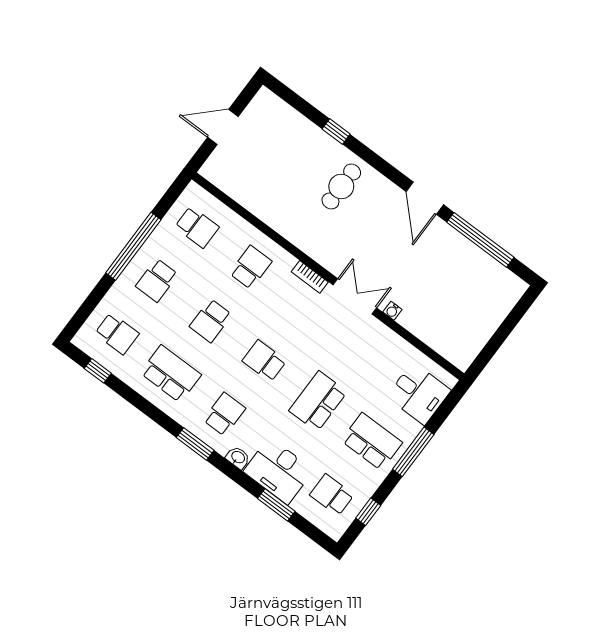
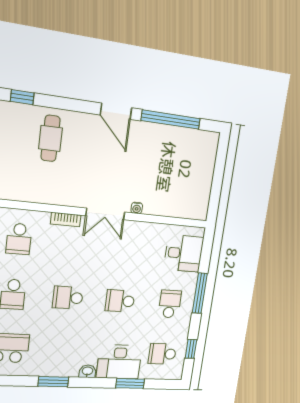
school desk: (251, 267) -> (19, 239), turned 180
double door: (355, 296) -> (105, 214), swing flipped
school desk: (318, 401) -> (120, 301), width x0.54
school desk: (224, 414) -> (61, 350), removed
school desk: (372, 442) -> (170, 304), width x0.54

